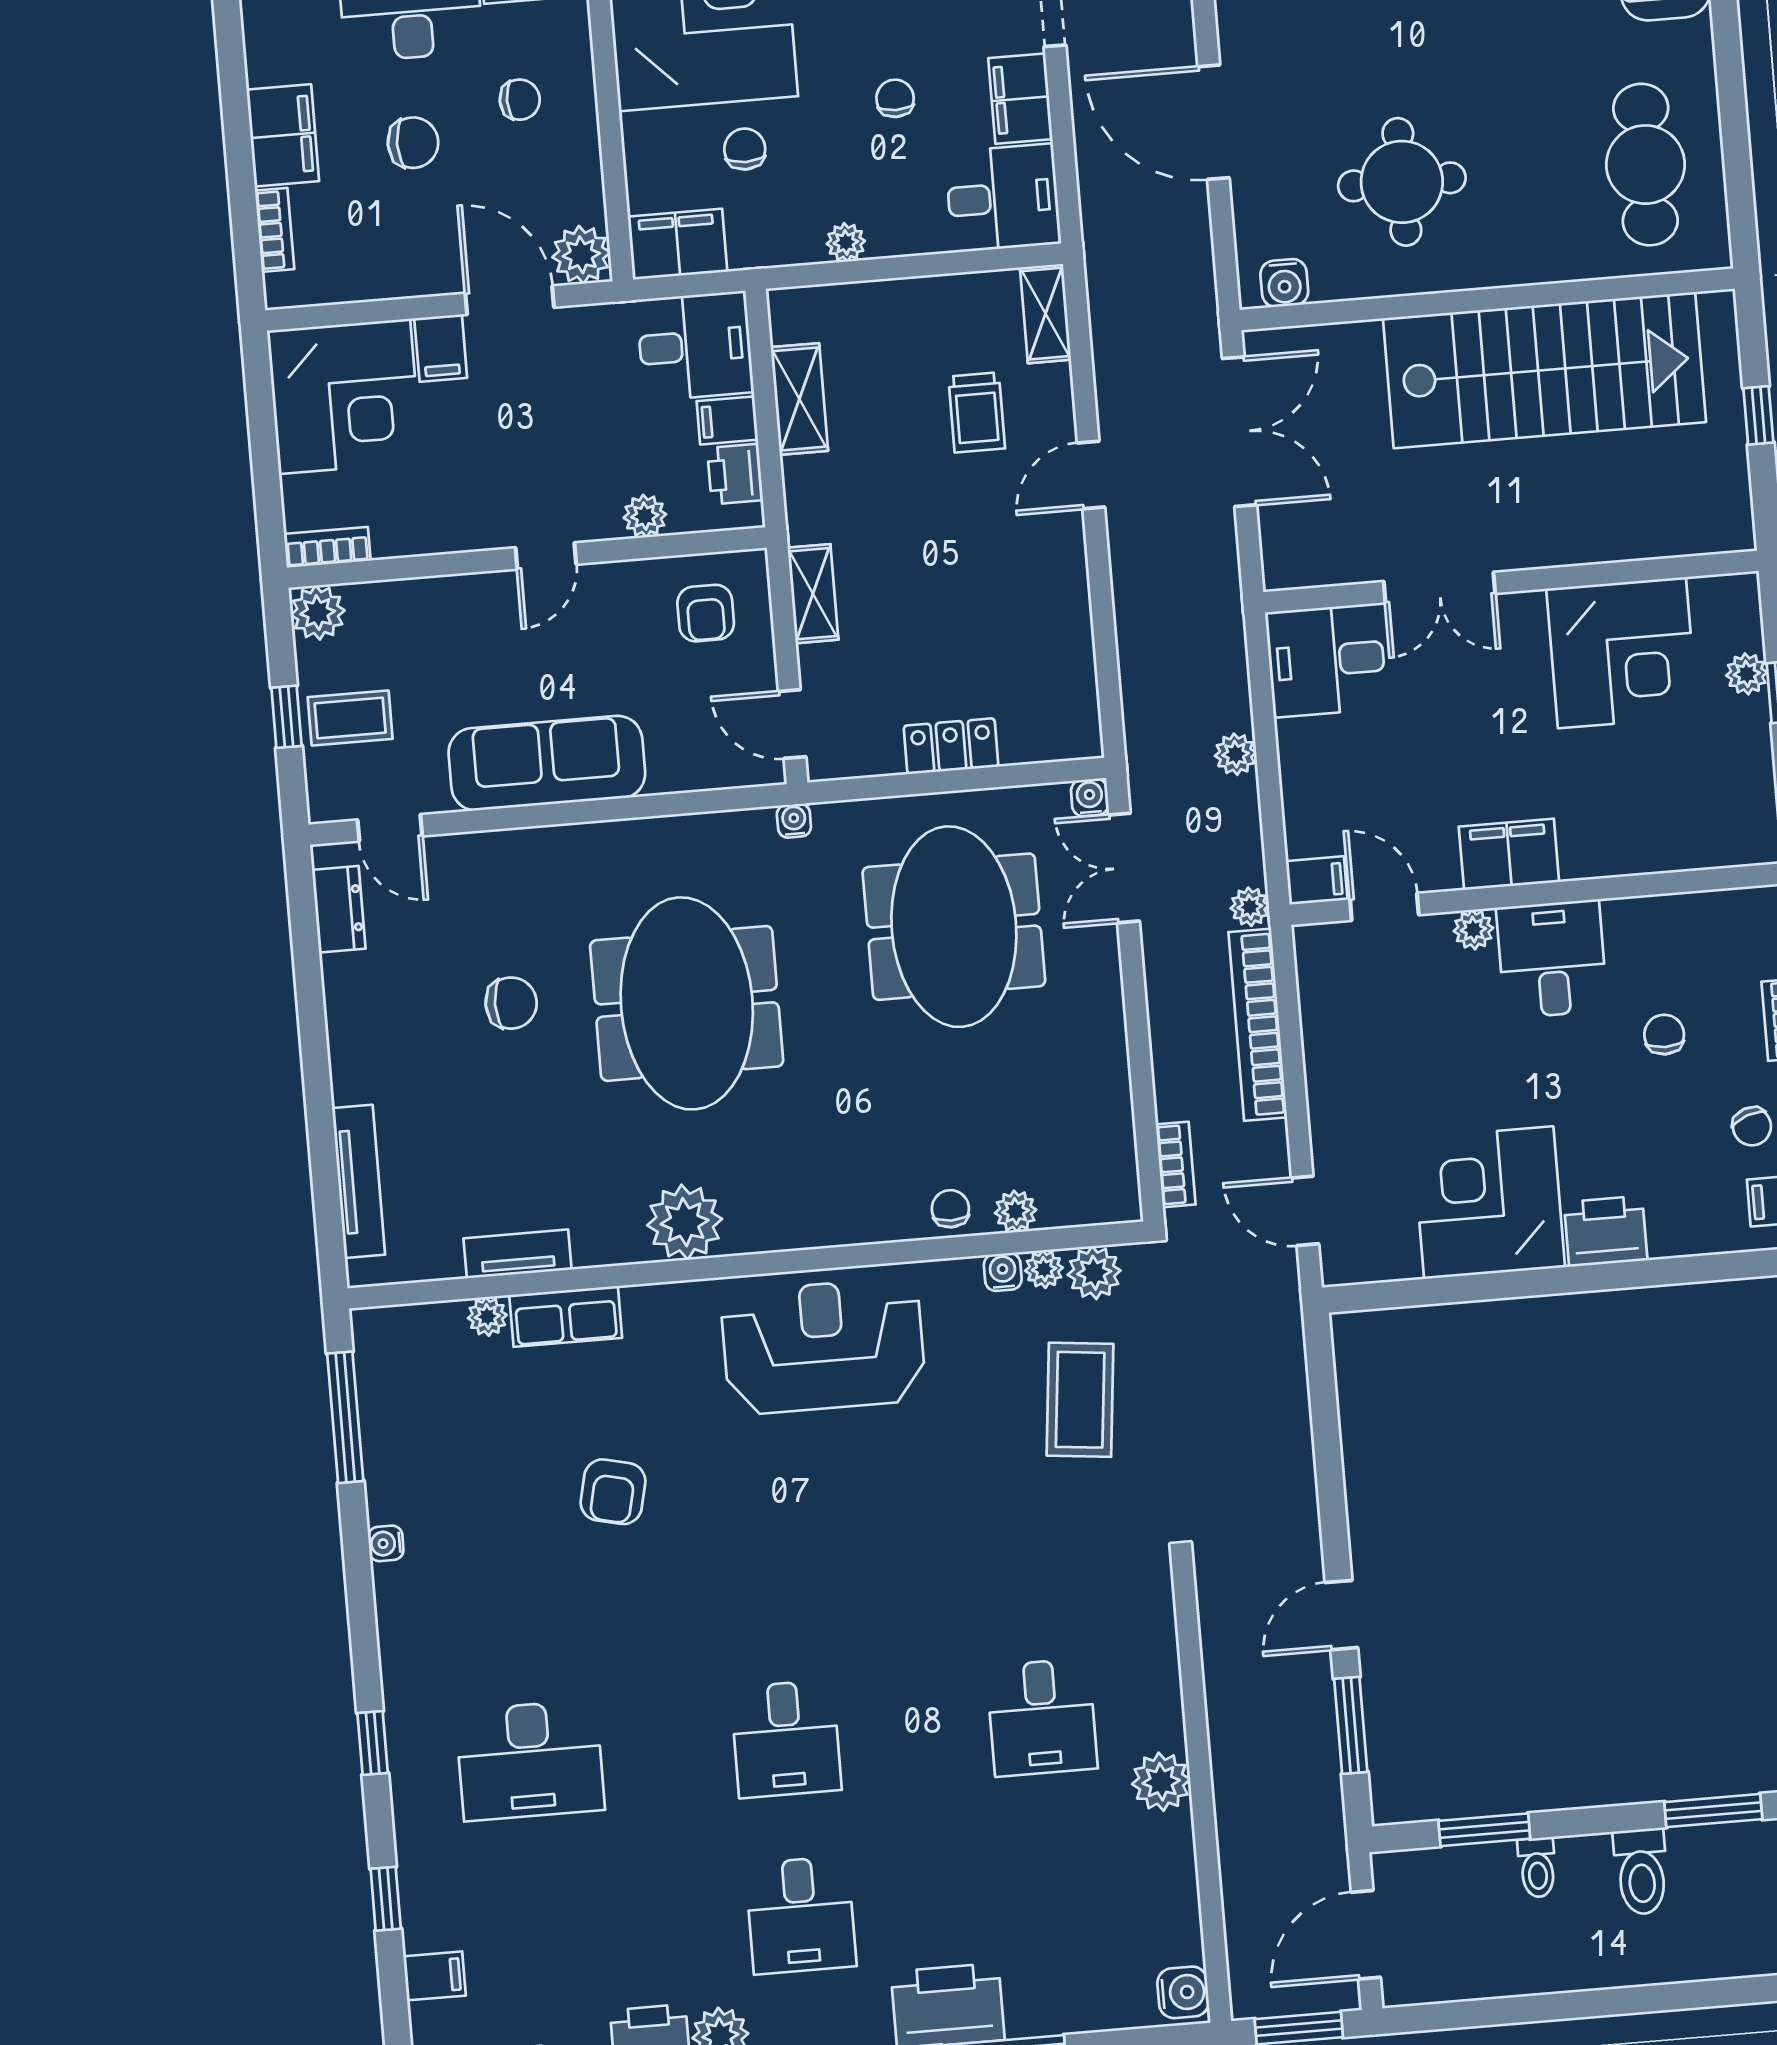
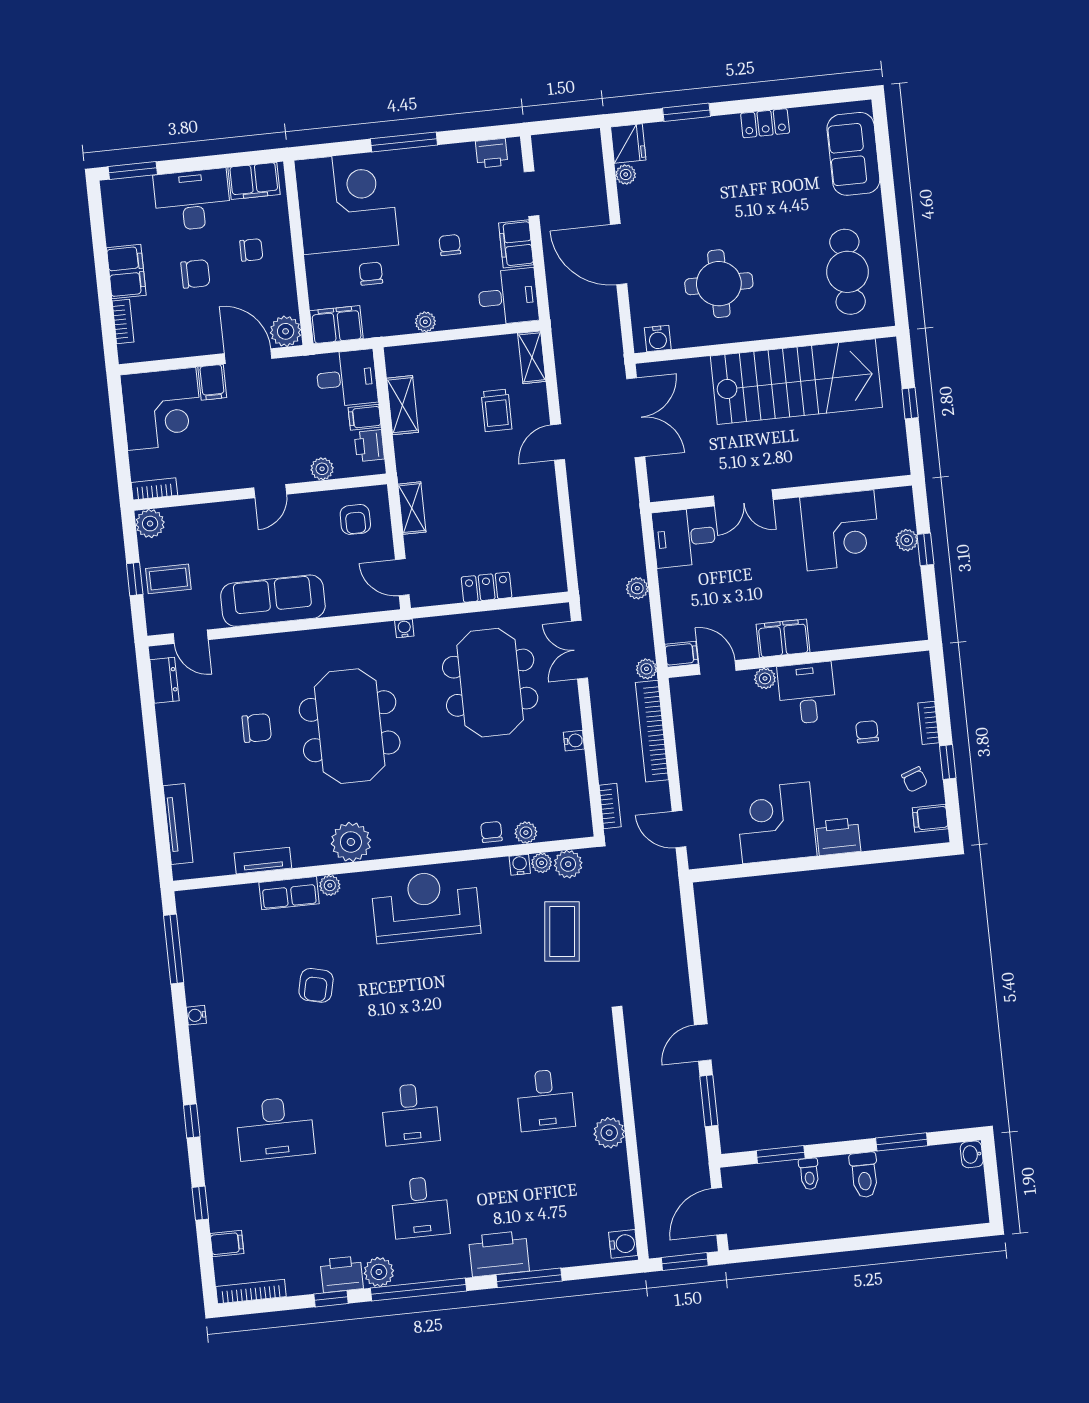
water cooler: (1090, 798) -> (574, 741), moved, turned 90
plant: (487, 1316) -> (330, 885), moved

